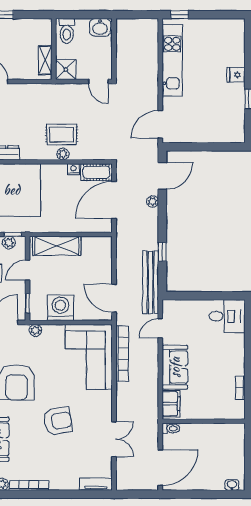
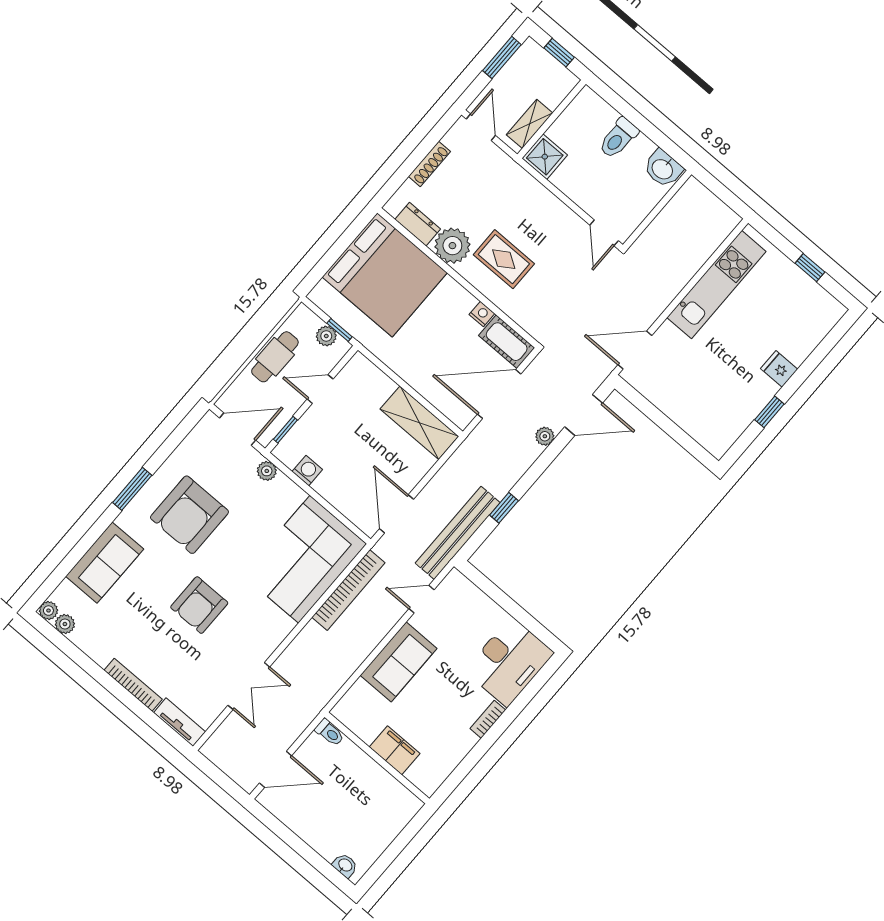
window: (180, 15) -> (810, 268), moved
wall: (54, 49) -> (552, 119), moved
shelving: (45, 60) -> (530, 124), moved
shower: (66, 70) -> (545, 157), moved
plant: (63, 154) -> (452, 246), moved, width x1.88, depth x1.88
shelving: (57, 246) -> (419, 423), moved
washing machine: (60, 308) -> (307, 471), width x0.53, depth x0.53
desk: (227, 316) -> (509, 662), width x1.37
bookcase: (240, 388) -> (488, 719), moved
filing cabinet: (171, 404) -> (395, 750), moved, turned -90
armchair: (58, 421) -> (199, 605), turned 99
door: (160, 468) -> (275, 769), width x0.73
bookcase: (29, 485) -> (133, 685), moved

